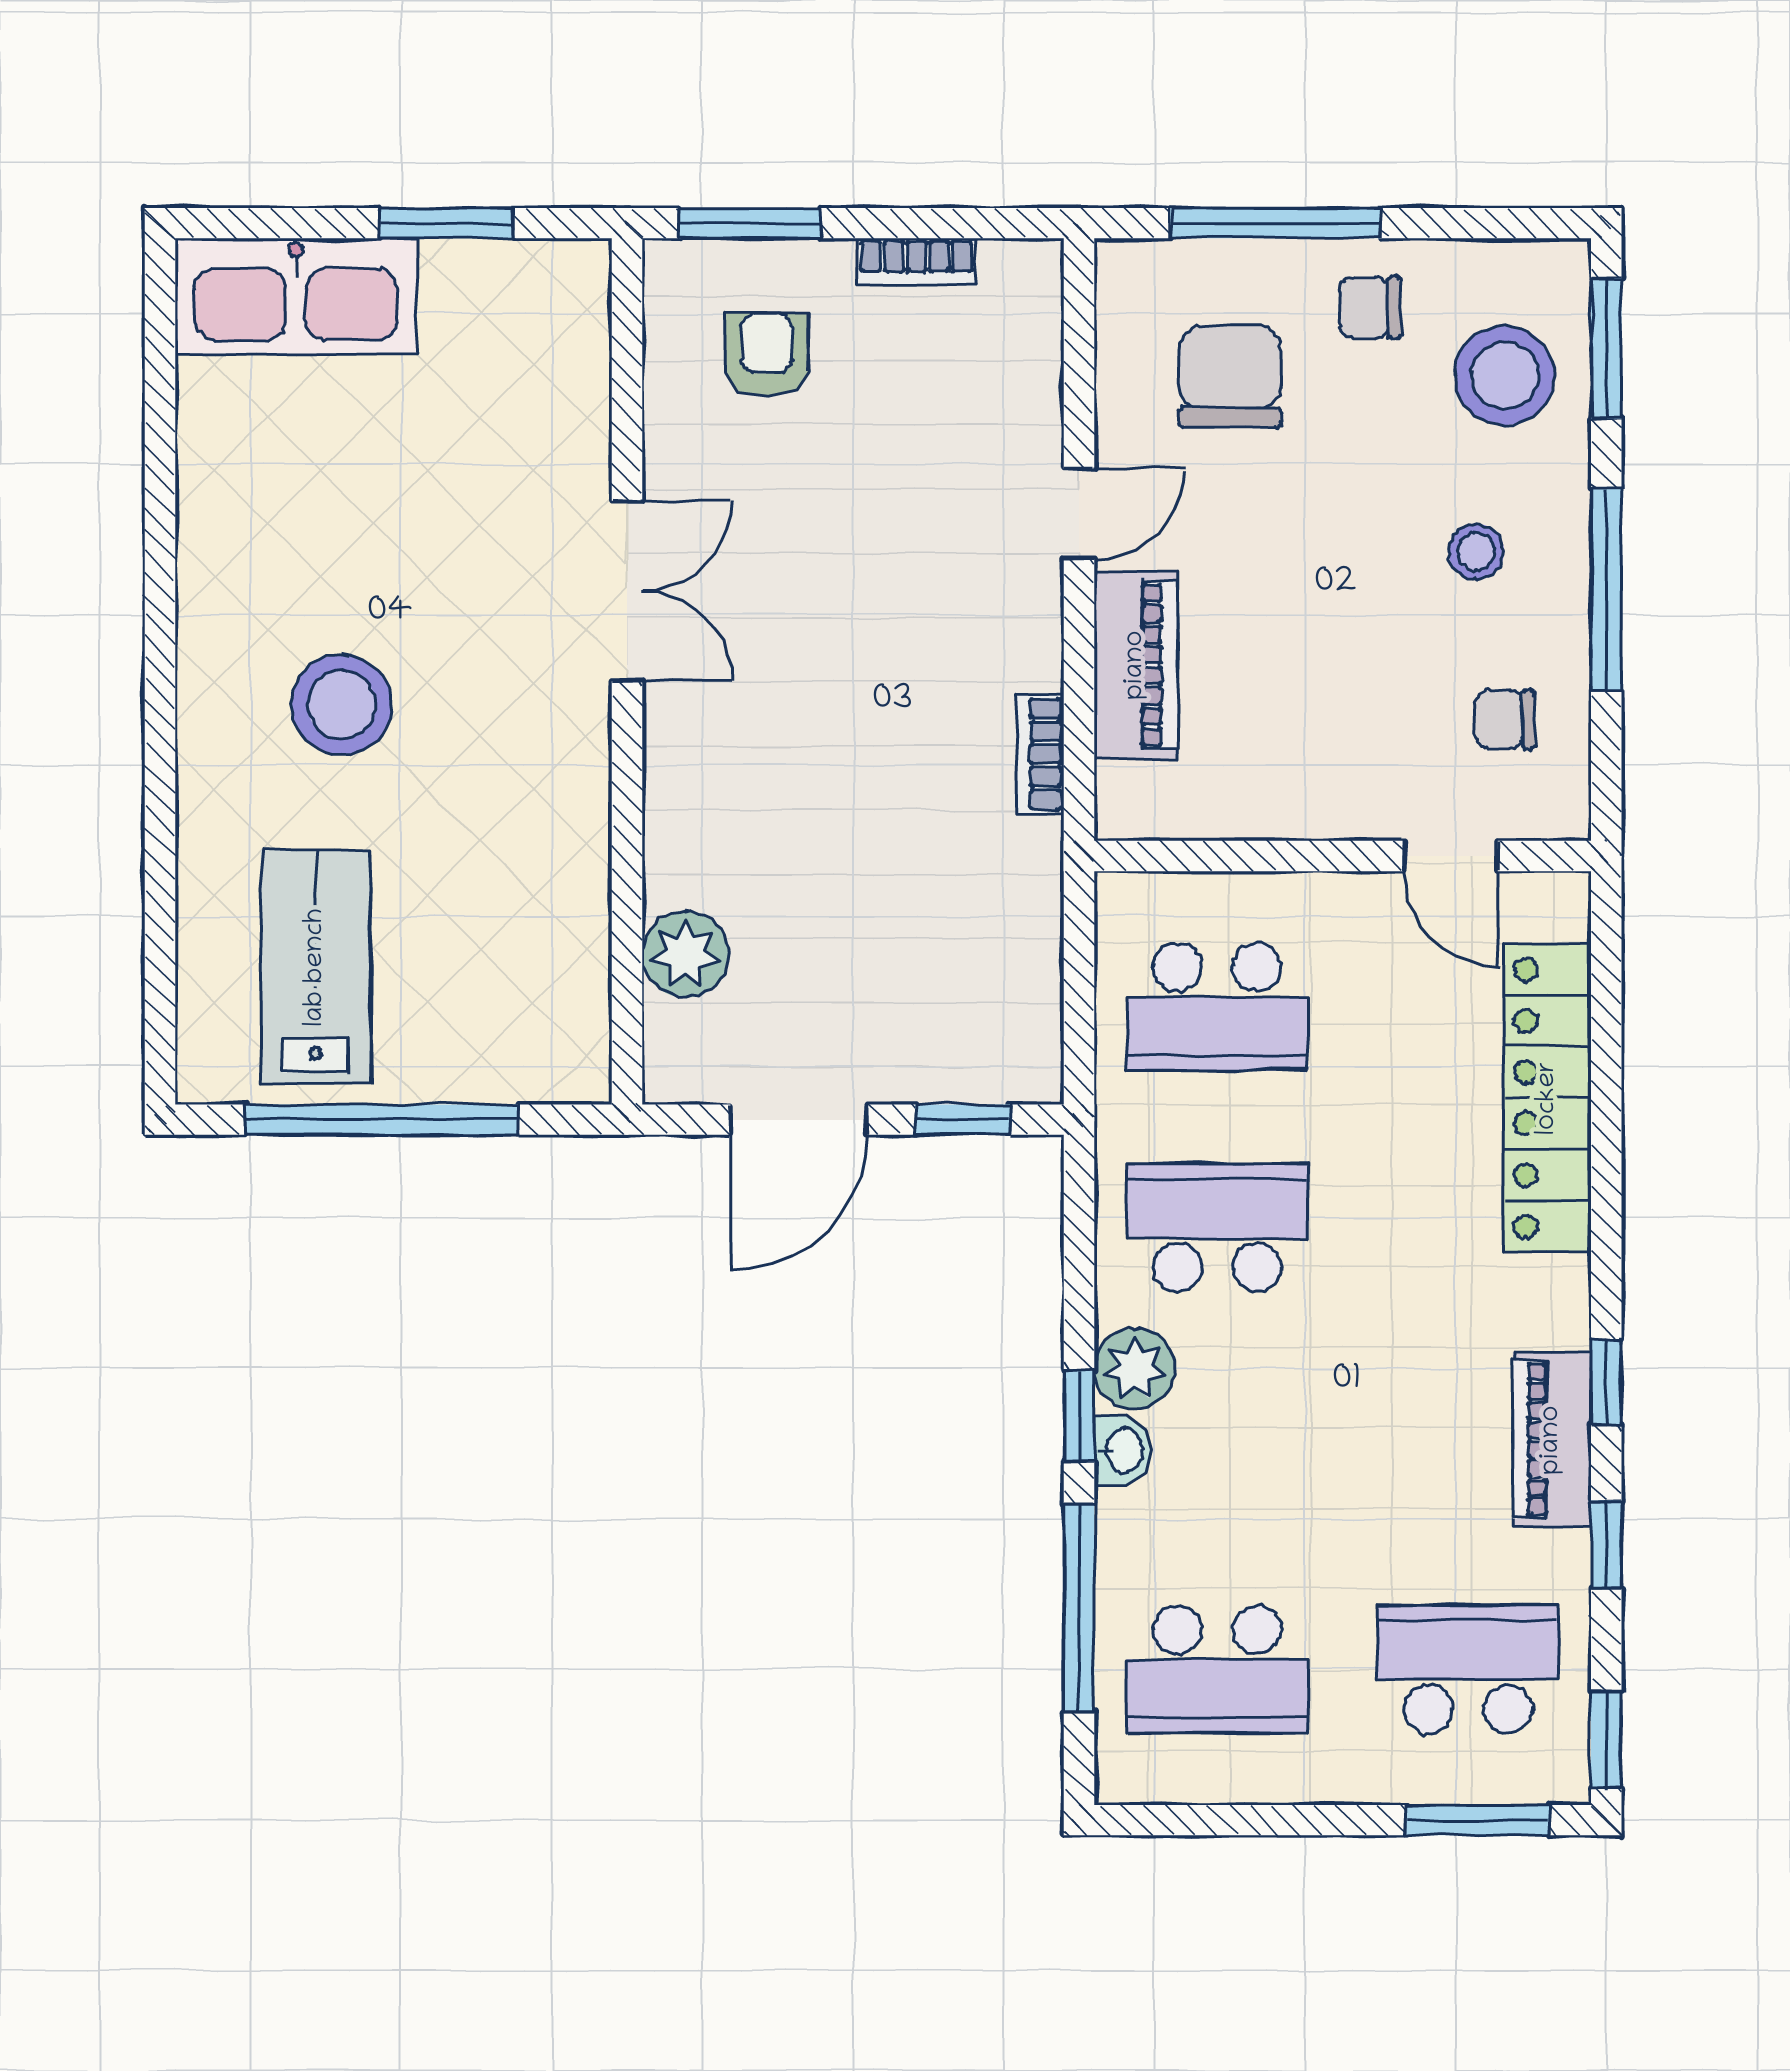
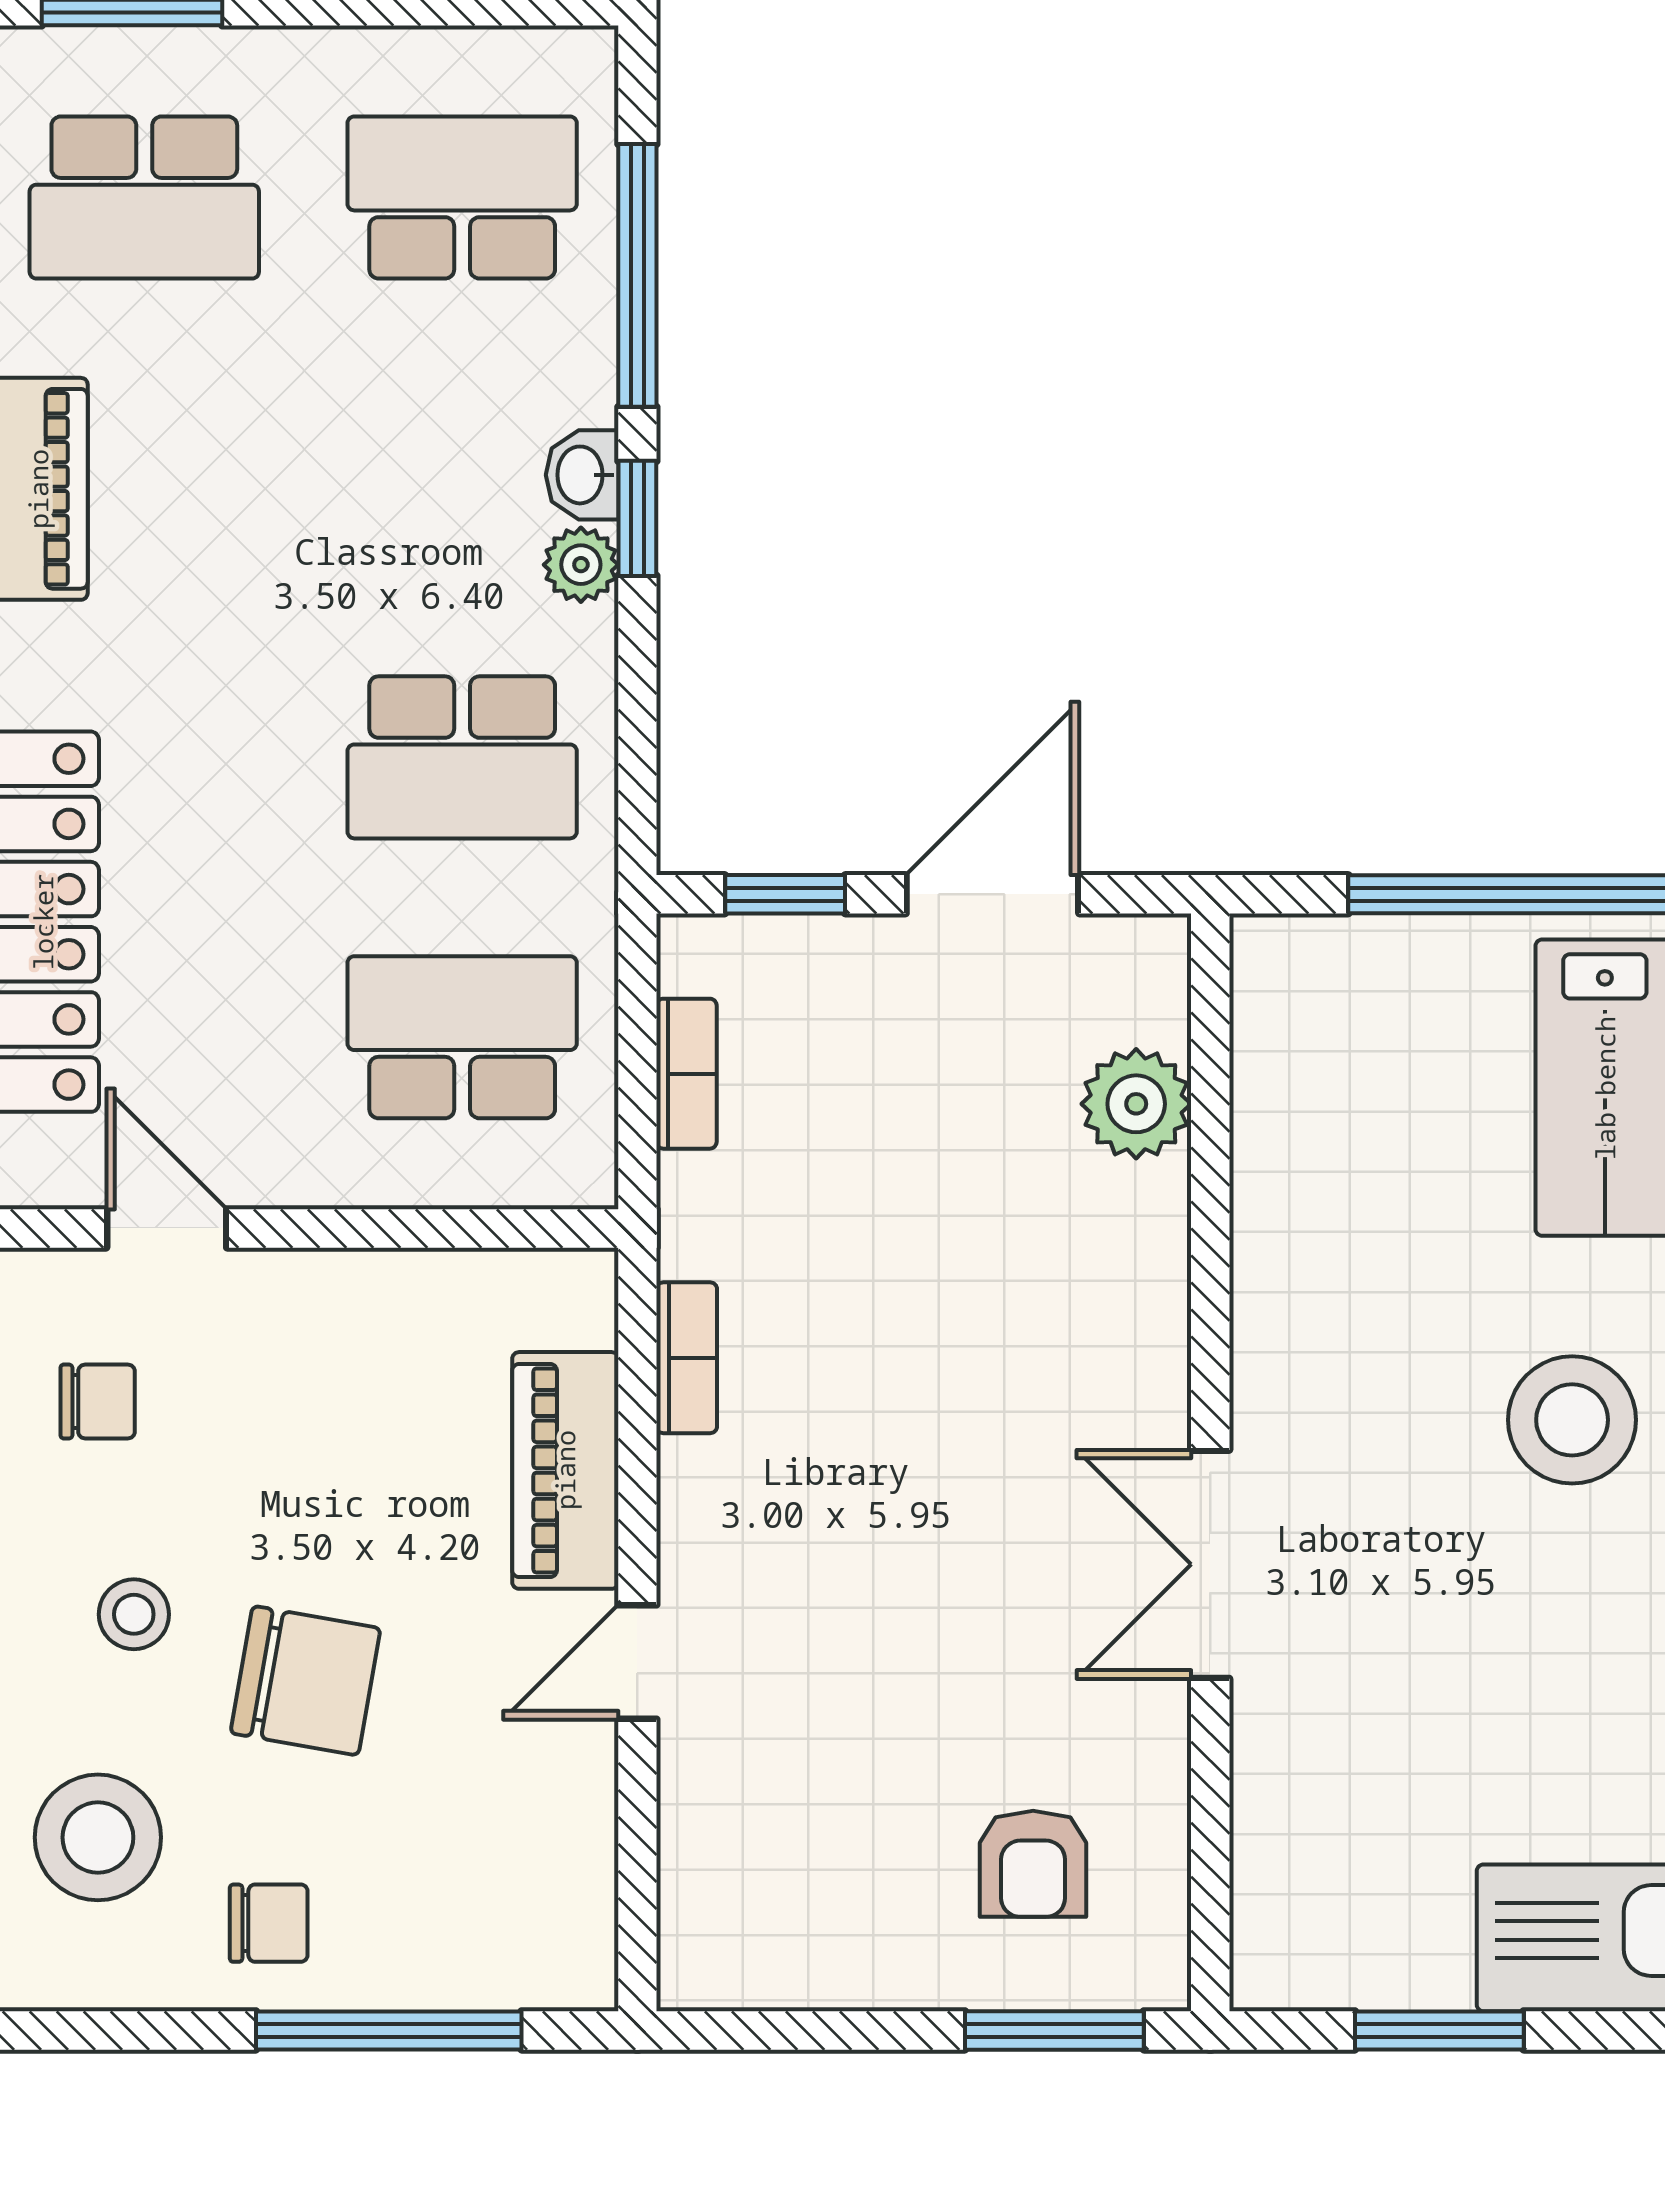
bookcase: (917, 262) -> (687, 1074), moved, turned 90
chair: (1230, 377) -> (305, 1681), moved, turned -80
plant: (1135, 1369) -> (581, 565), width x0.73, depth x0.73

